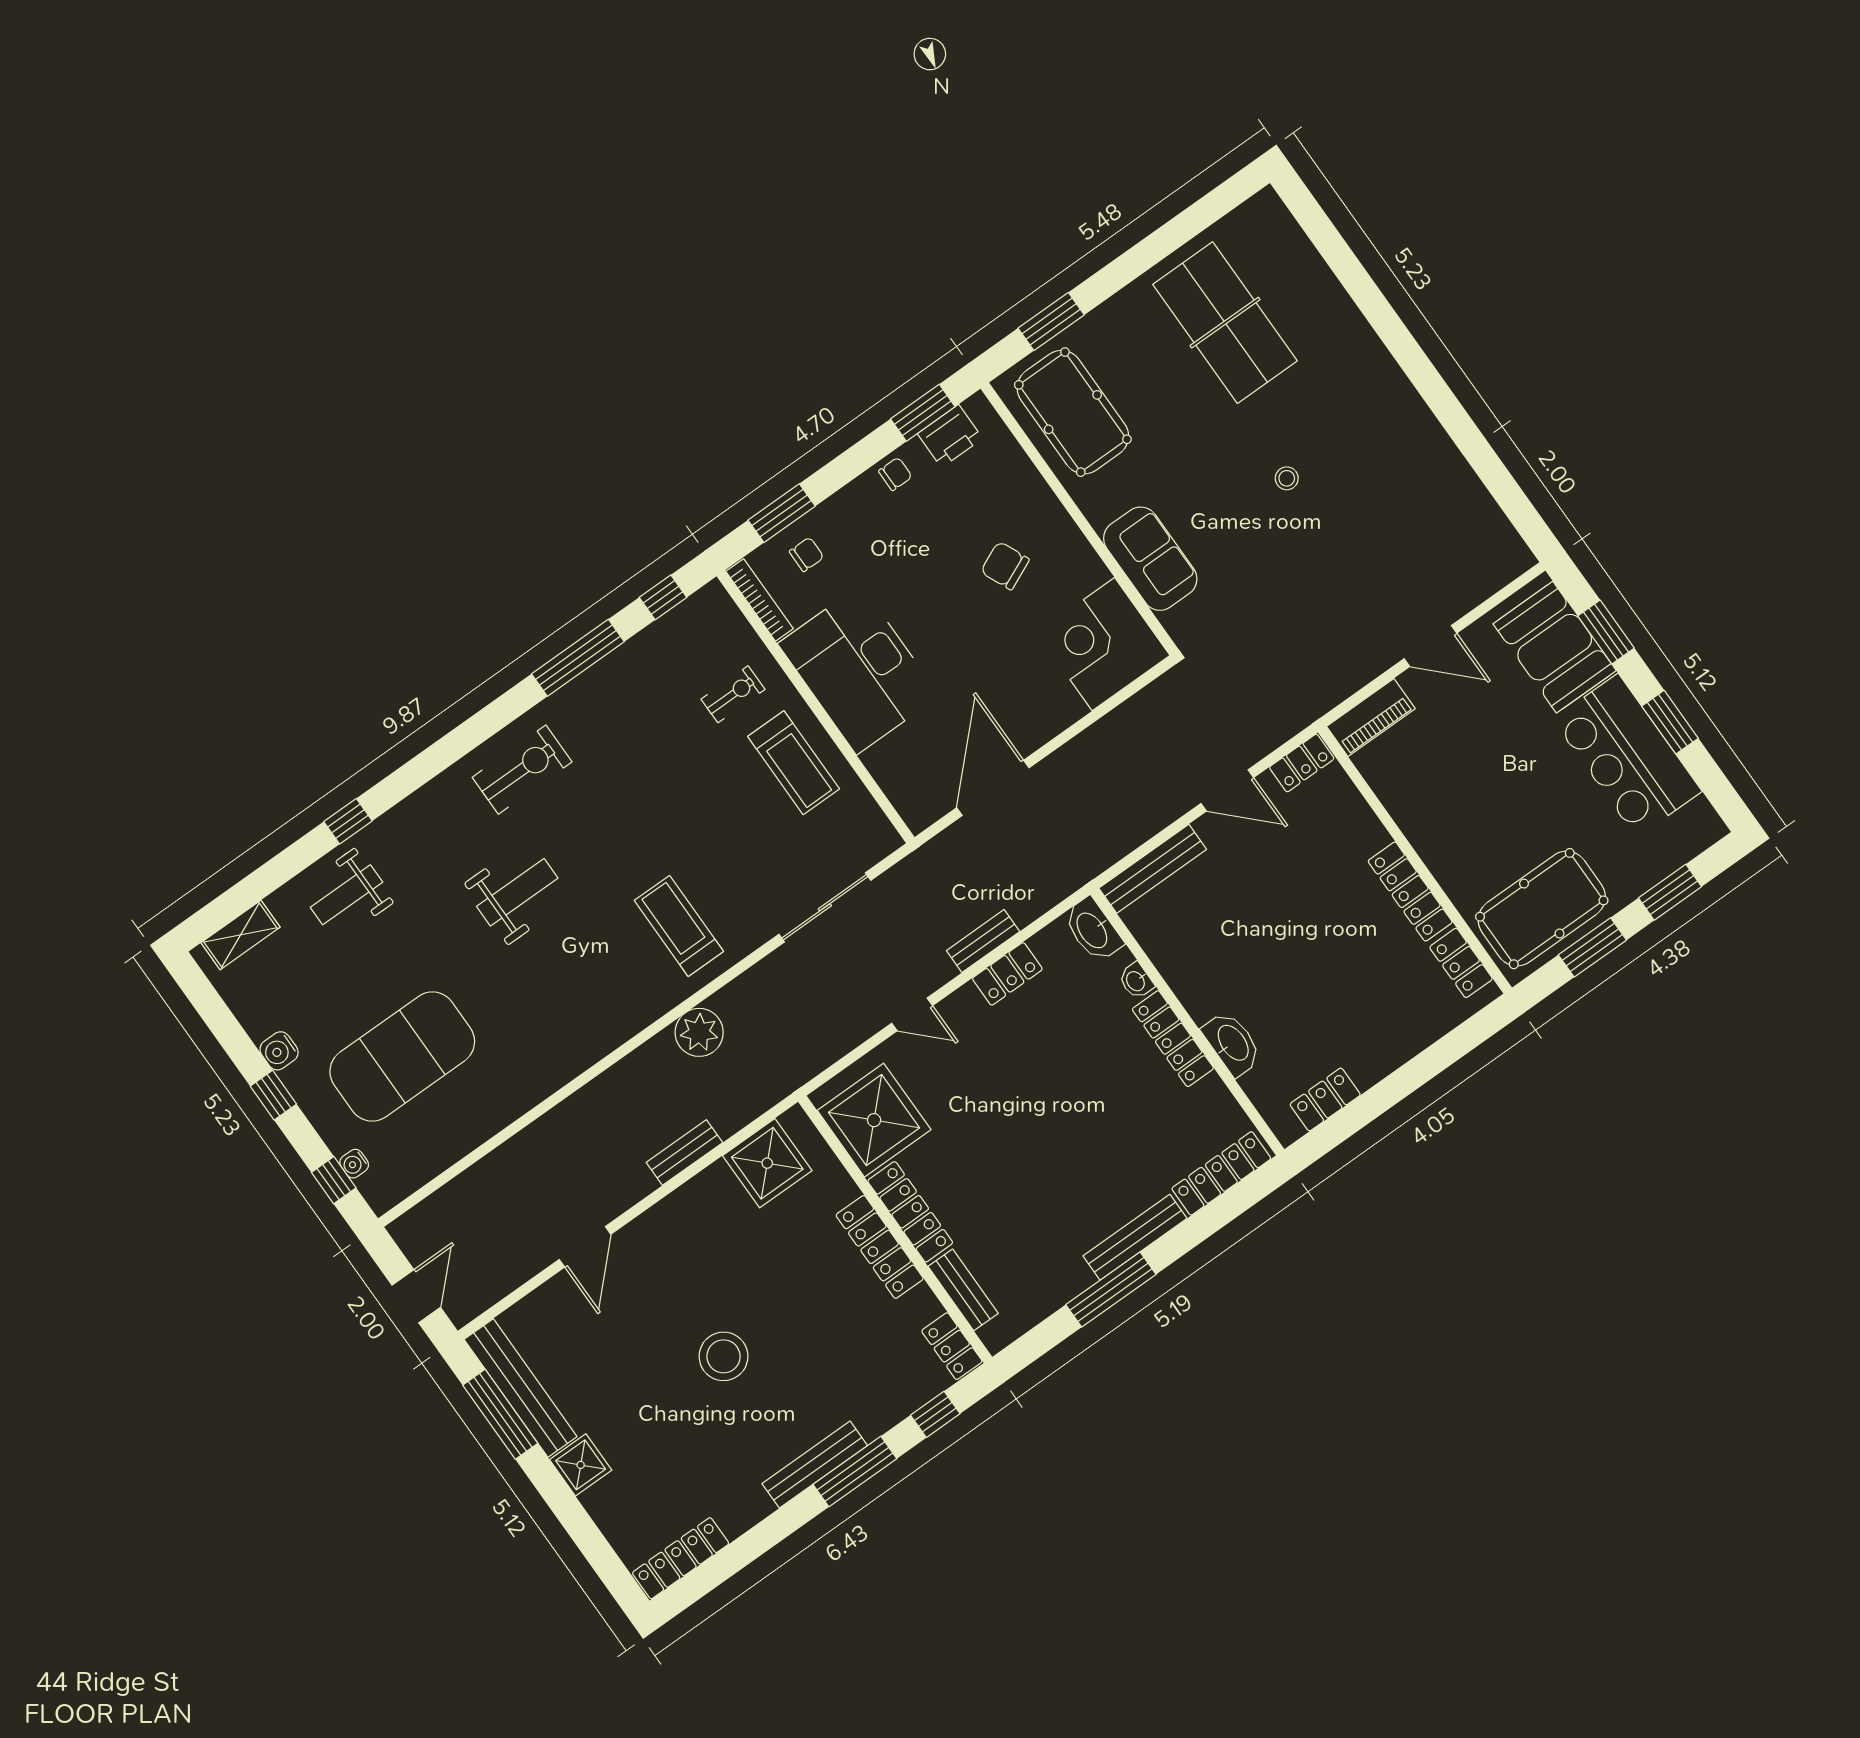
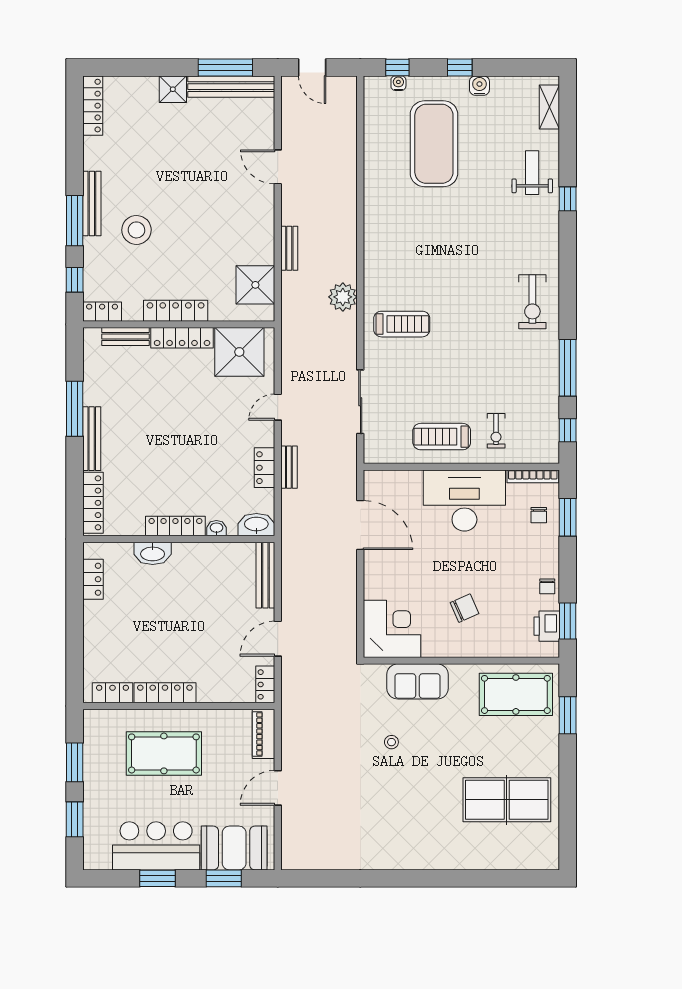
stool: (1287, 478) -> (391, 742), moved
weight bench: (517, 892) -> (474, 257), removed
pool table: (1542, 909) -> (164, 753), moved, turned 90
stool: (724, 1356) -> (136, 230), moved

